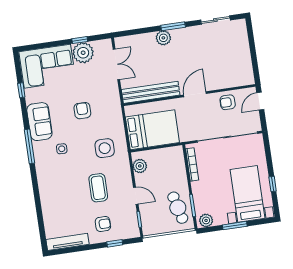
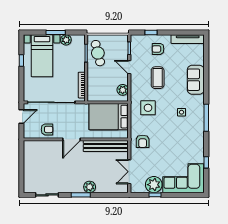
door: (260, 101) -> (21, 117), moved
armchair: (82, 111) -> (143, 141), moved
sofa: (39, 122) -> (196, 80), moved
plant: (206, 220) -> (66, 40), moved

